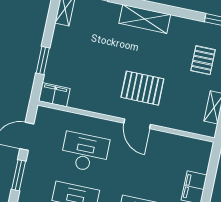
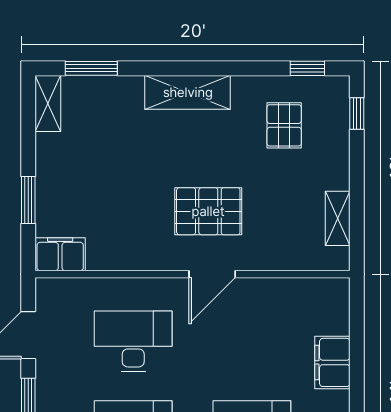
pallet: (203, 60) -> (284, 125), moved
door: (137, 124) -> (212, 274), hinge flipped

